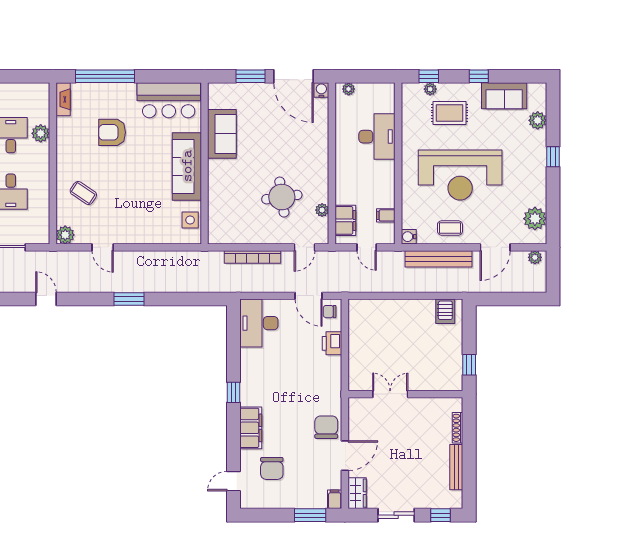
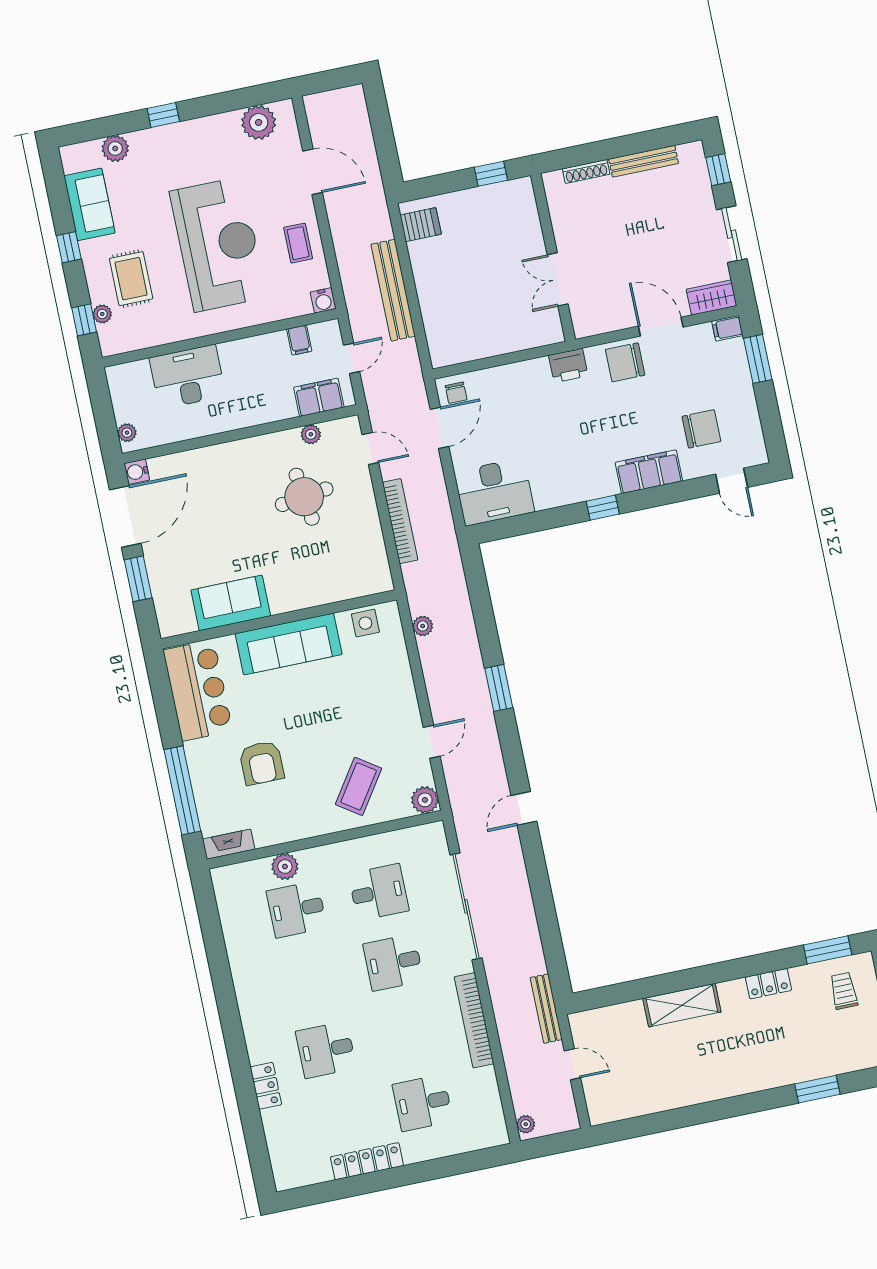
coffee table: (83, 193) -> (359, 786), width x1.36, depth x1.30
plant: (535, 257) -> (423, 626), moved
bench: (439, 259) -> (393, 290), moved
printer: (332, 343) -> (568, 365), moved

